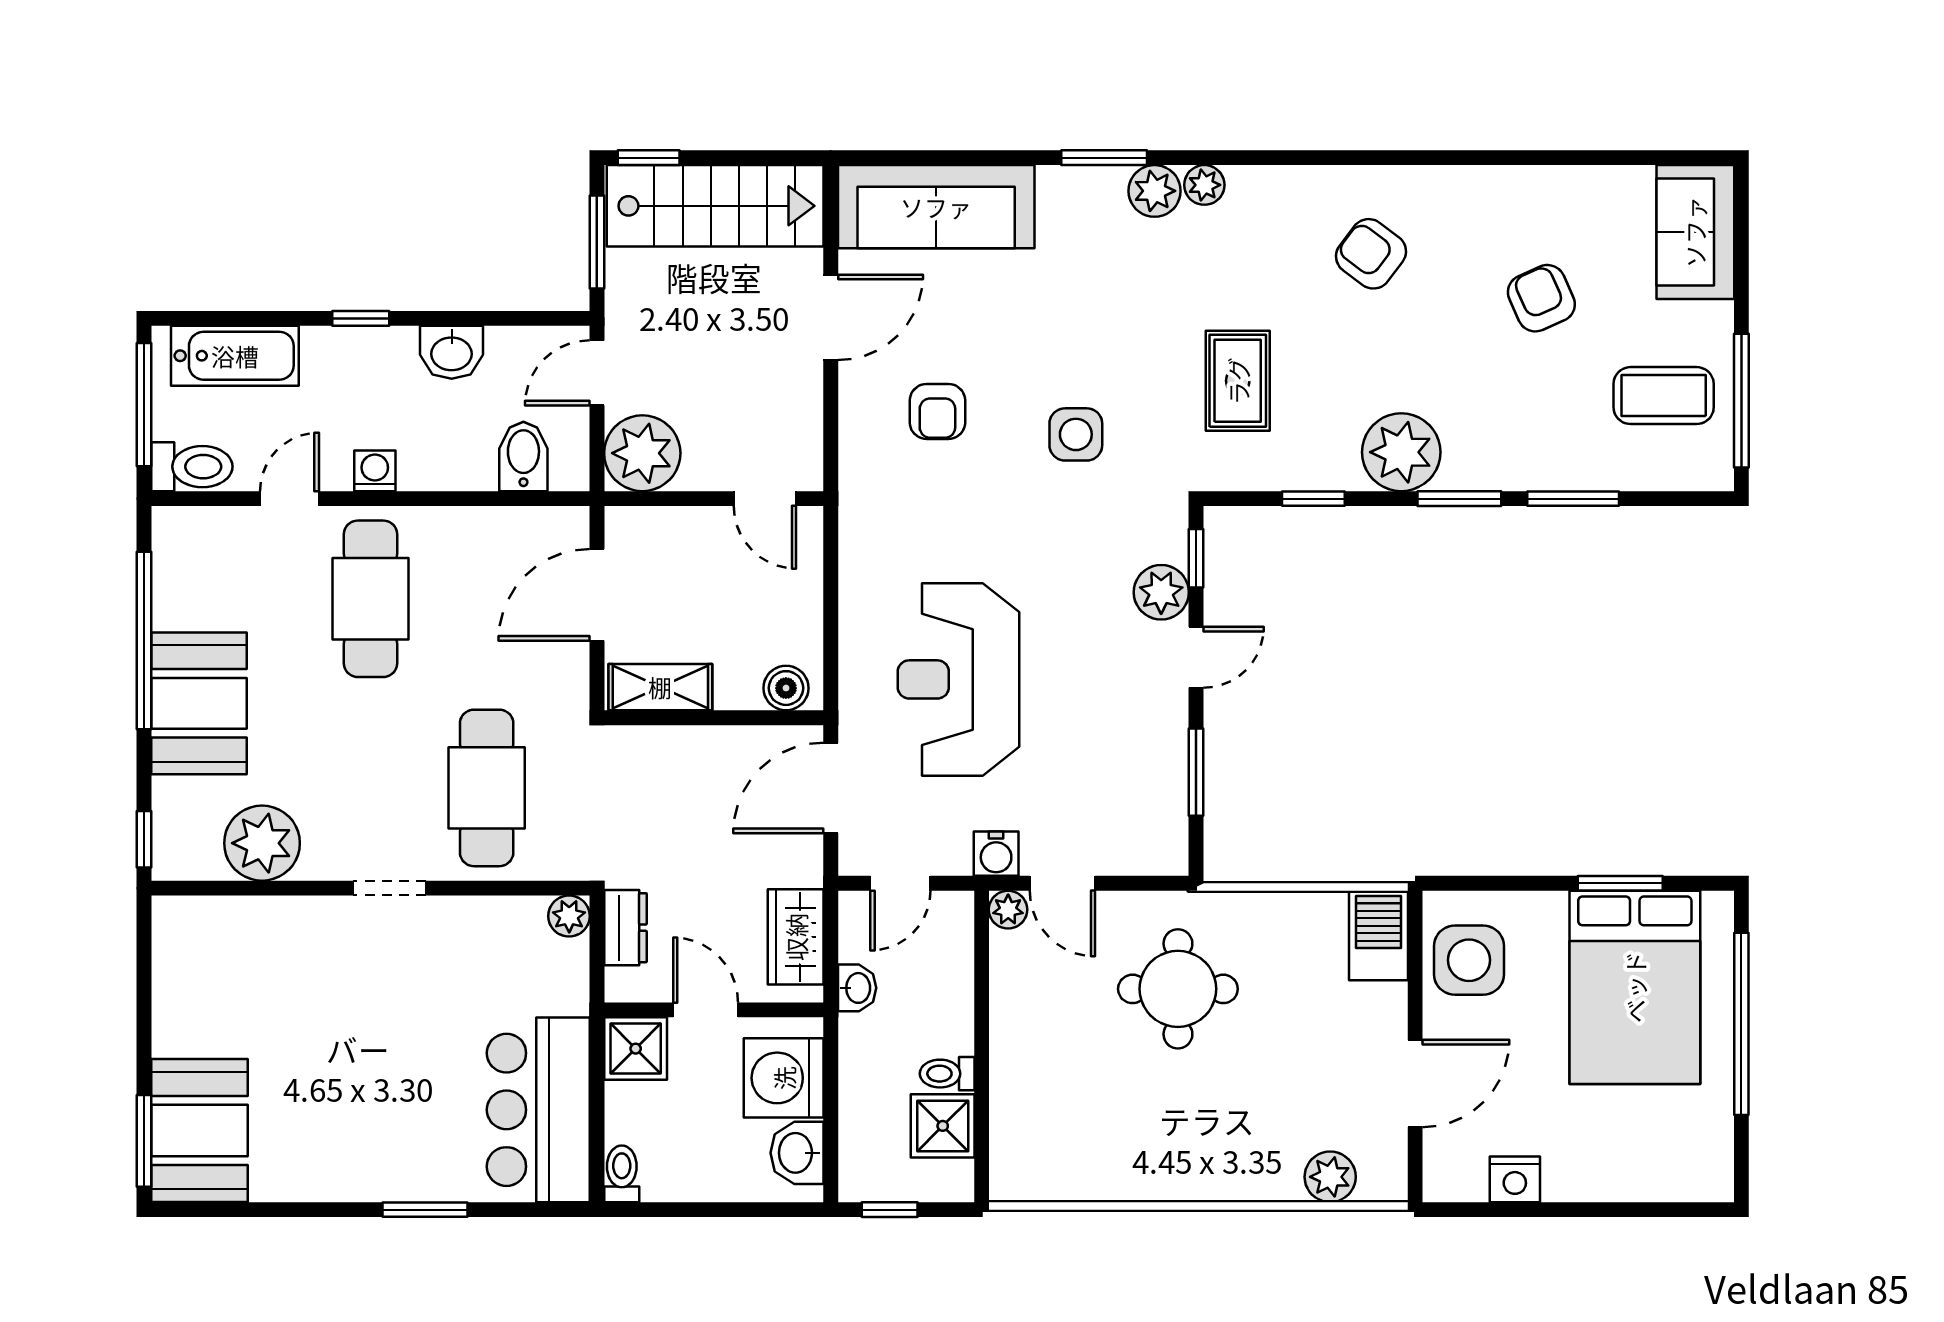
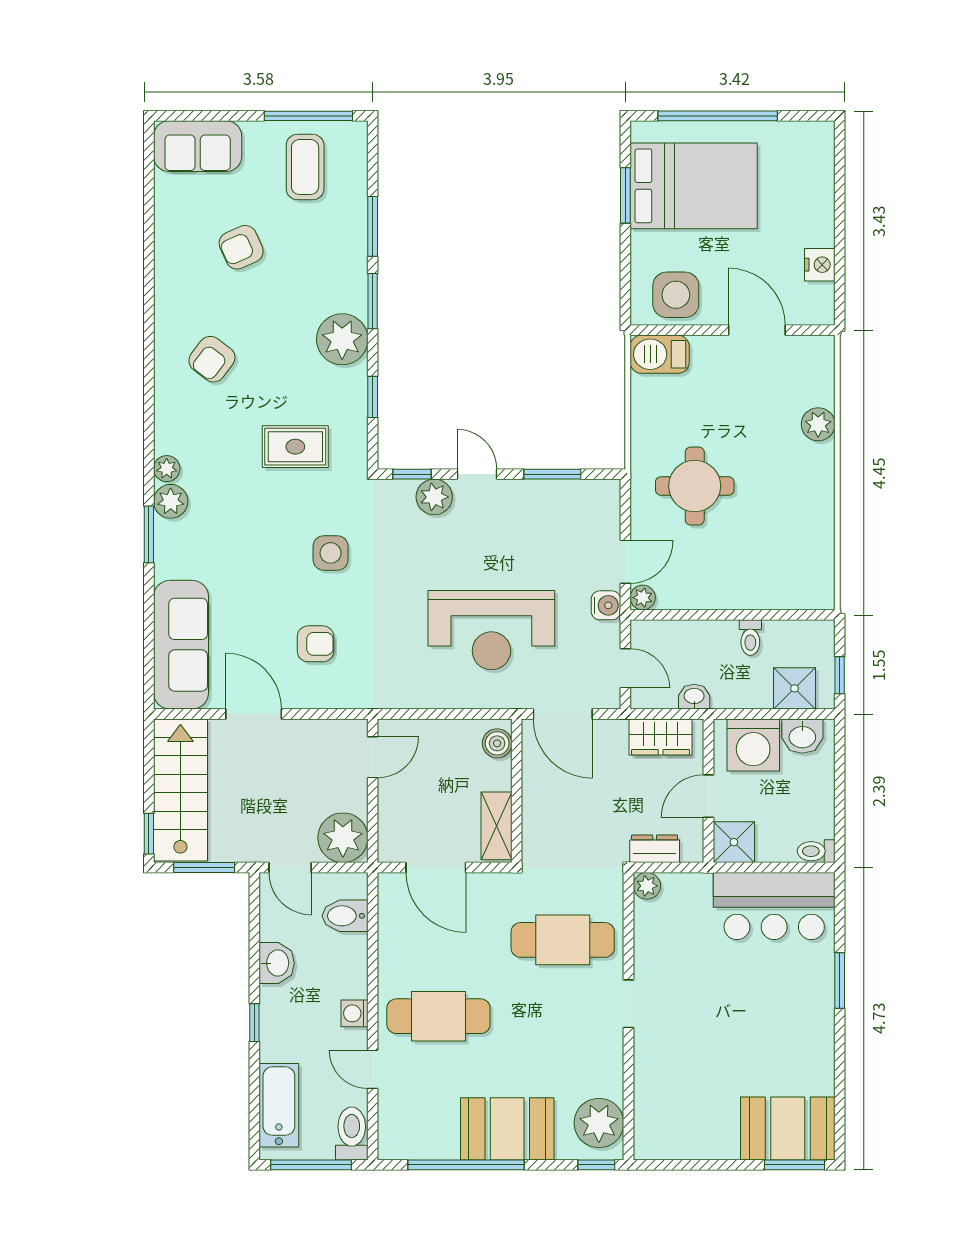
plant: (262, 843) -> (599, 1123), moved
shower: (943, 1126) -> (795, 688), moved
plant: (1330, 1177) -> (818, 424), moved

